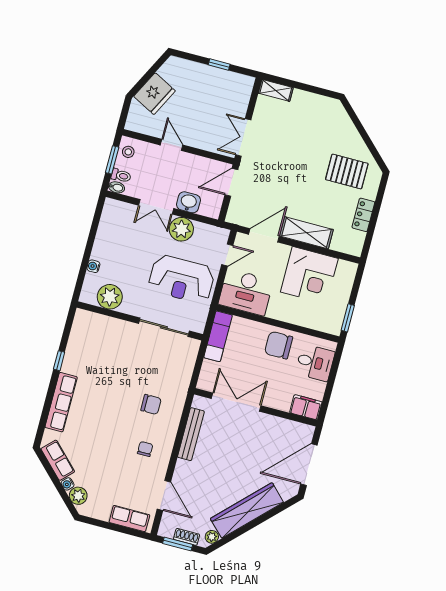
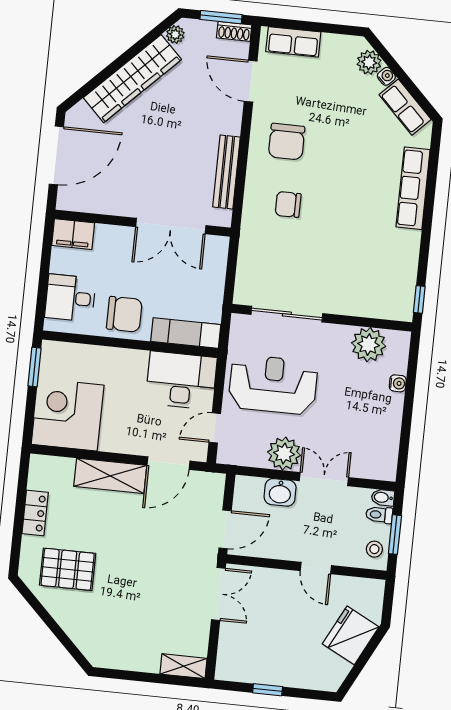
corner desk: (309, 275) -> (68, 415), moved
exam couch: (218, 336) -> (186, 333), moved, turned 90
window: (59, 361) -> (419, 299), moved
chair: (145, 449) -> (287, 142), width x1.87, depth x1.87
shoe rack: (187, 537) -> (234, 31), moved

